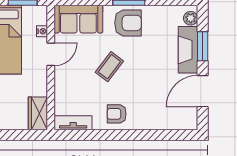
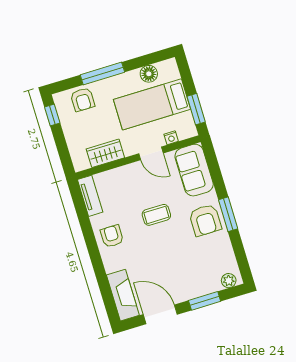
fireplace: (188, 50) -> (123, 295), moved, turned 90
coffee table: (109, 67) -> (156, 215), turned -37
wardrobe: (38, 113) -> (105, 153), moved

